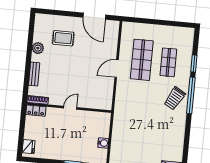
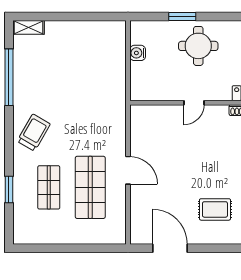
door: (117, 68) -> (128, 170), hinge flipped
window: (191, 95) -> (9, 77), moved
round table: (64, 144) -> (198, 46), added

